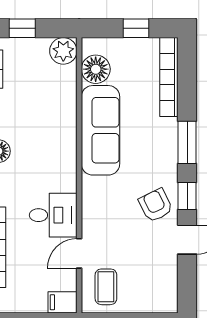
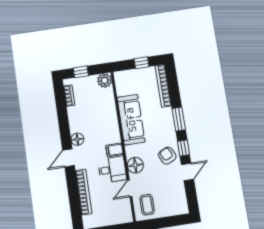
floor lamp: (96, 69) -> (135, 165), moved
filing cabinet: (62, 302) -> (114, 150), moved

